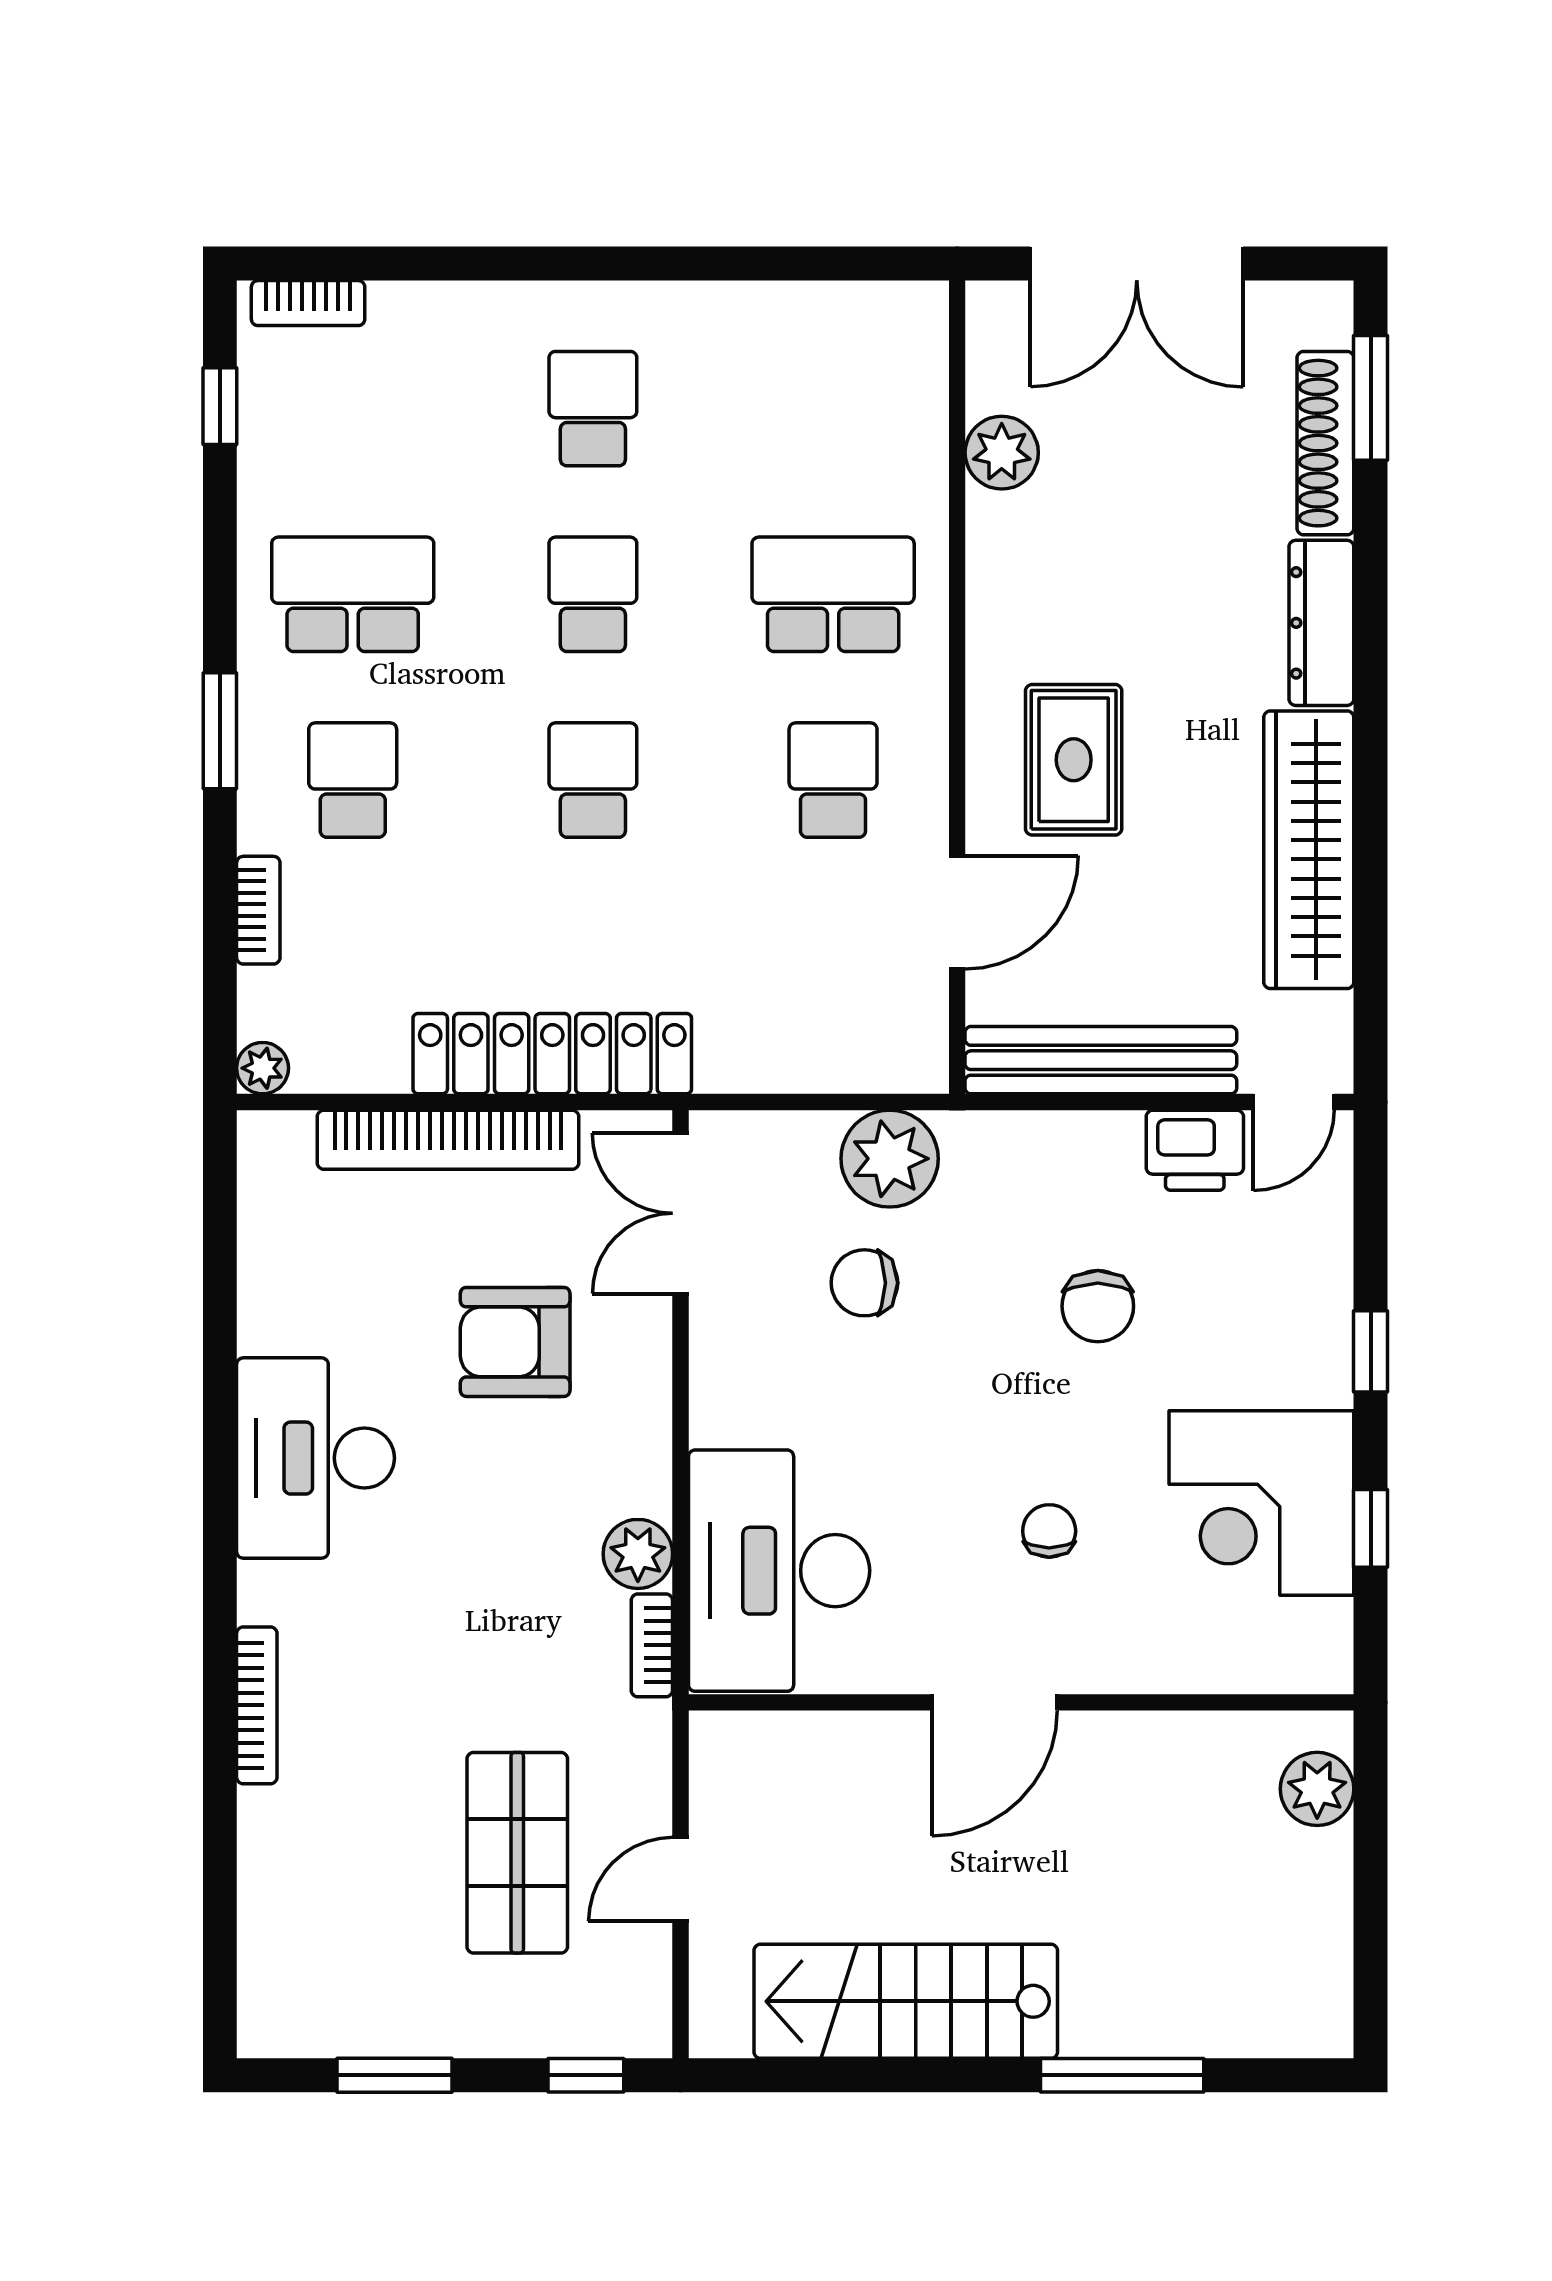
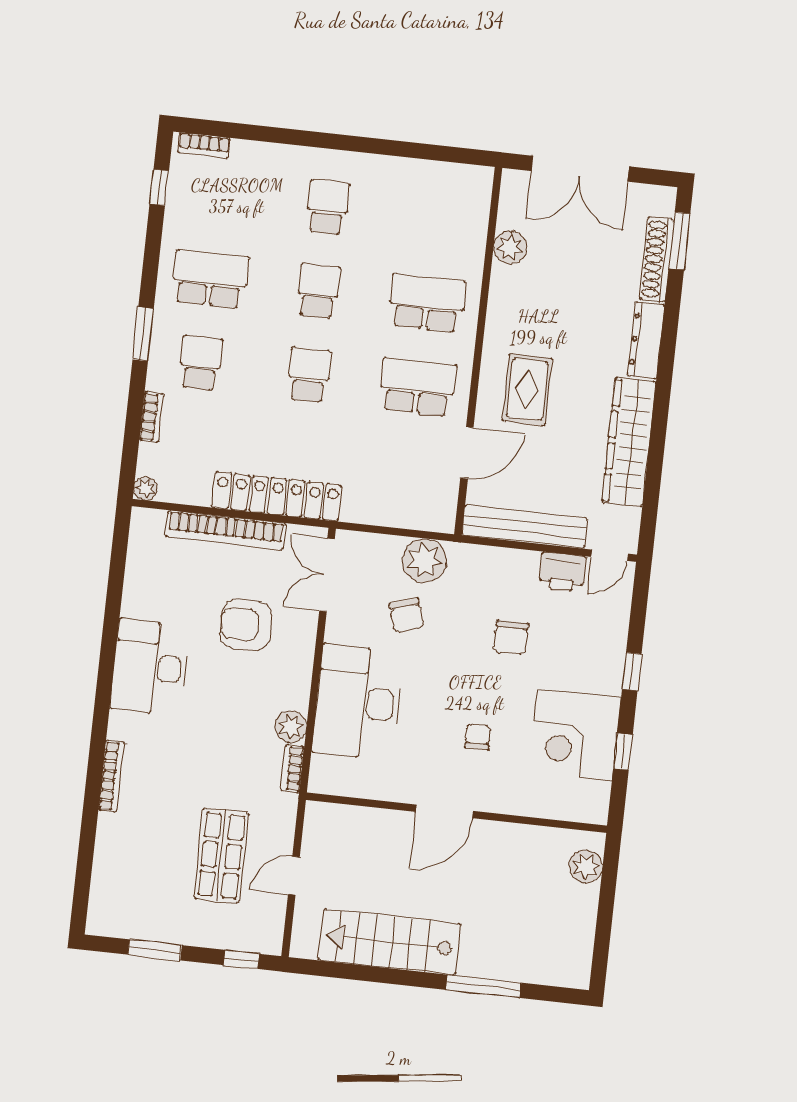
school desk: (833, 780) -> (418, 387), width x1.85
chair: (864, 1283) -> (407, 615), turned -107
desk: (779, 1571) -> (358, 702), moved

